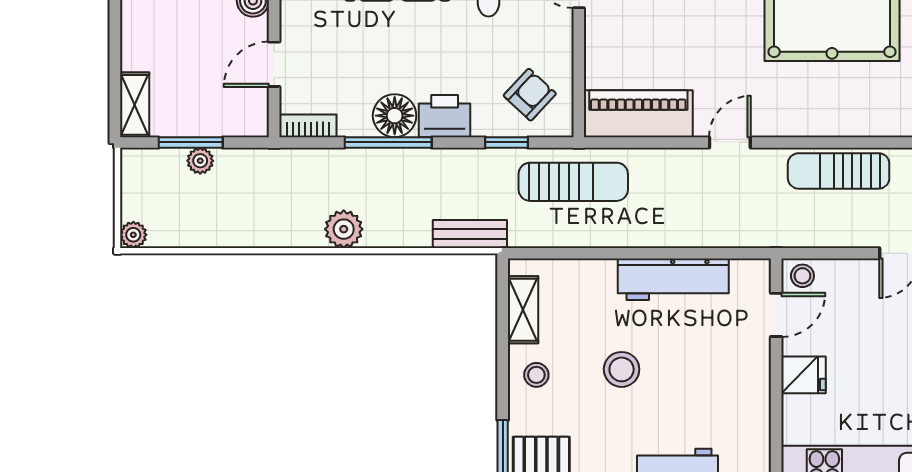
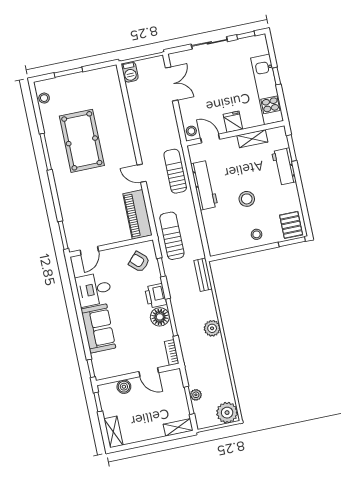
sun lounger: (839, 171) -> (175, 171), moved, turned 180
plant: (133, 235) -> (227, 413), width x1.88, depth x1.88
shelving: (523, 310) -> (252, 139), moved

